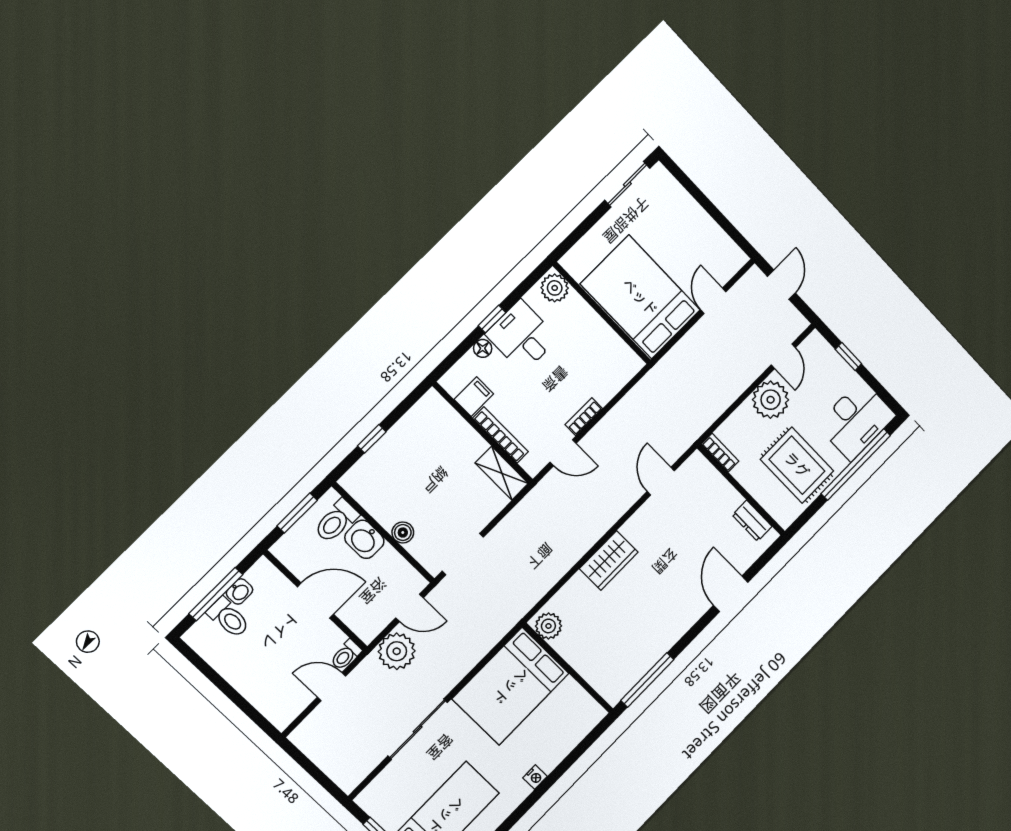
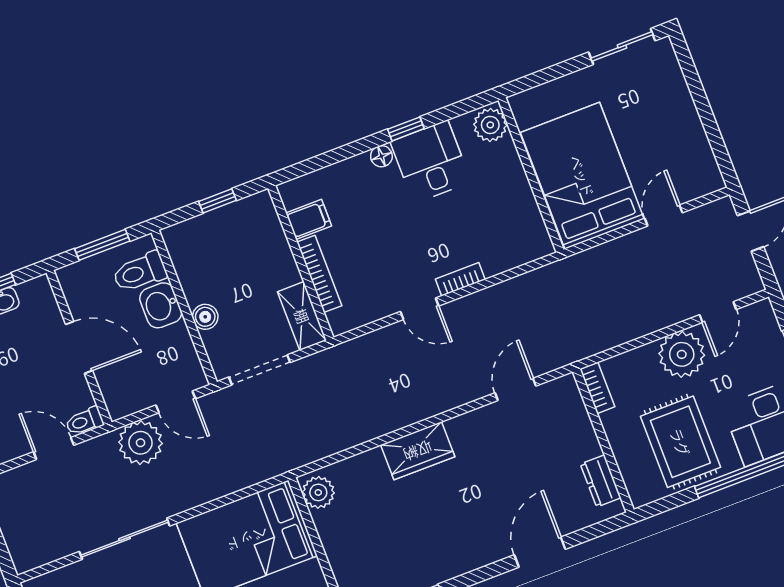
filing cabinet: (474, 397) -> (309, 219), moved
wall: (483, 433) -> (301, 263), moved
bookcase: (501, 435) -> (319, 274), moved
shelving: (502, 473) -> (302, 316), moved

